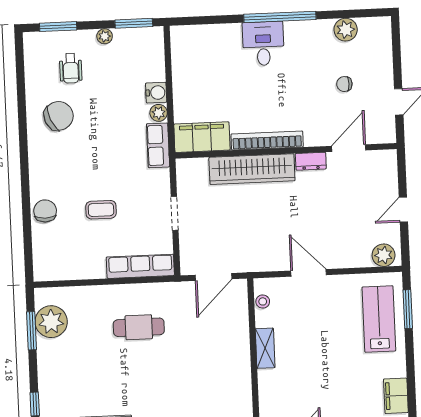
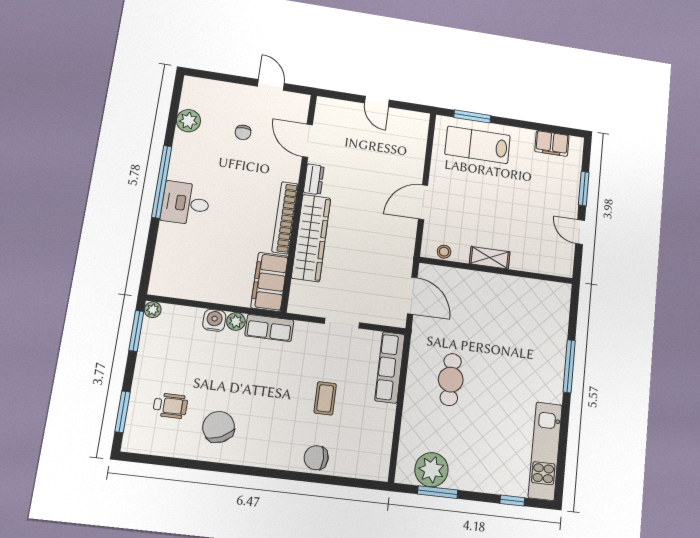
plant: (105, 36) -> (153, 310), moved
plant: (384, 255) -> (417, 129), removed

